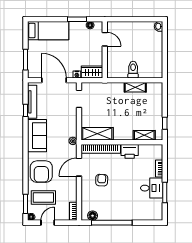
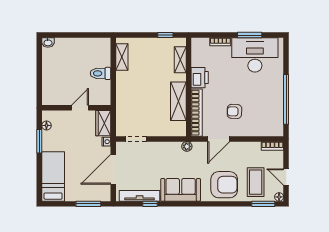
door: (105, 39) -> (80, 108), moved
shelving: (135, 87) -> (122, 57), moved
shelving: (97, 134) -> (178, 101), moved
door: (79, 167) -> (219, 139), hinge flipped
desk: (152, 188) -> (255, 55), width x1.87, depth x1.30
floor lamp: (93, 216) -> (278, 123), removed

